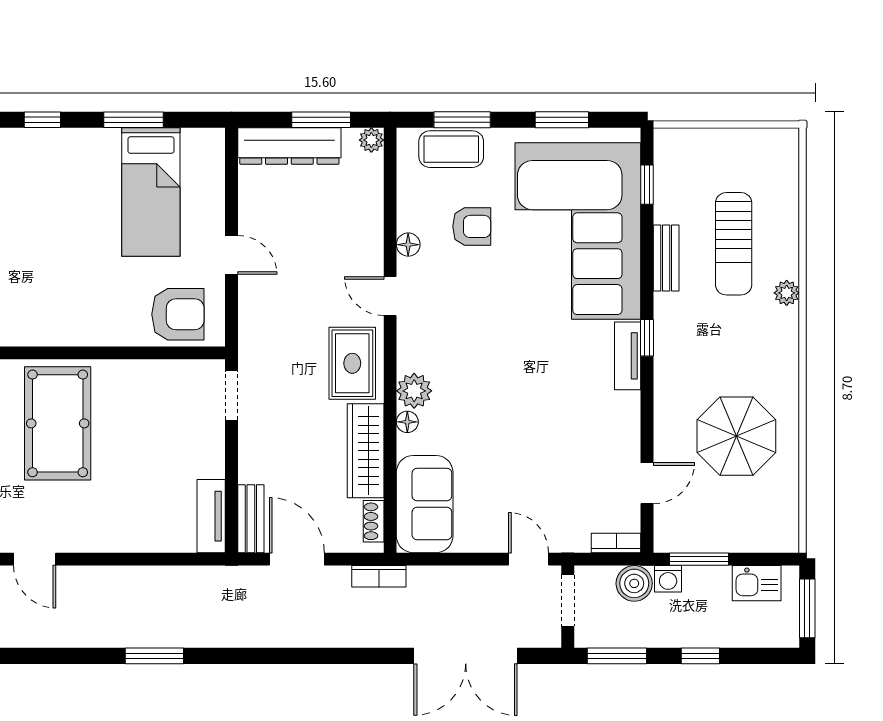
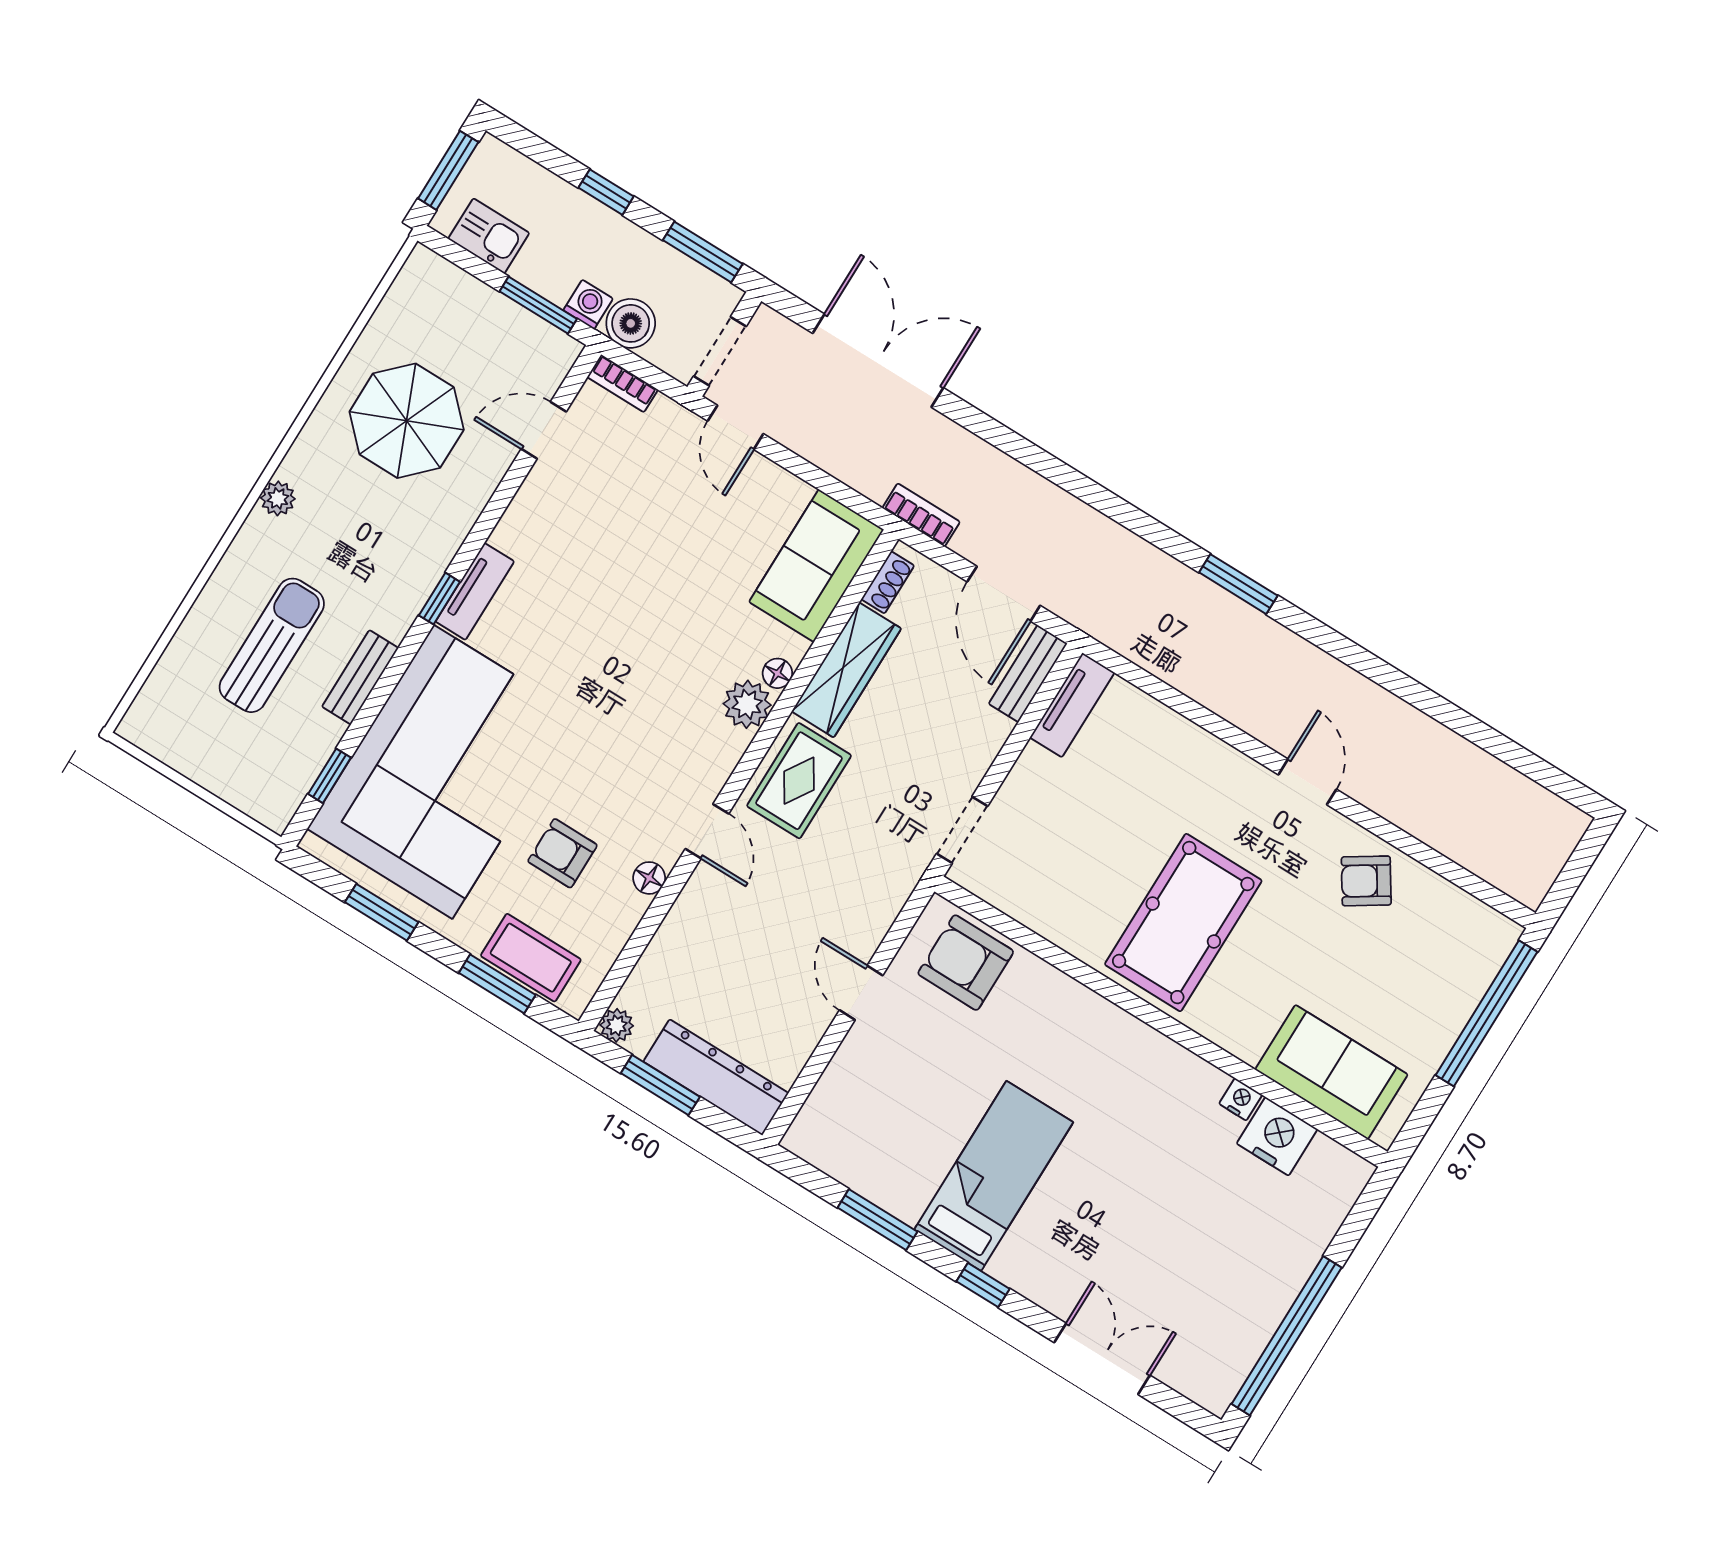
bed: (151, 192) -> (994, 1176), moved
plant: (787, 293) -> (278, 498), moved

